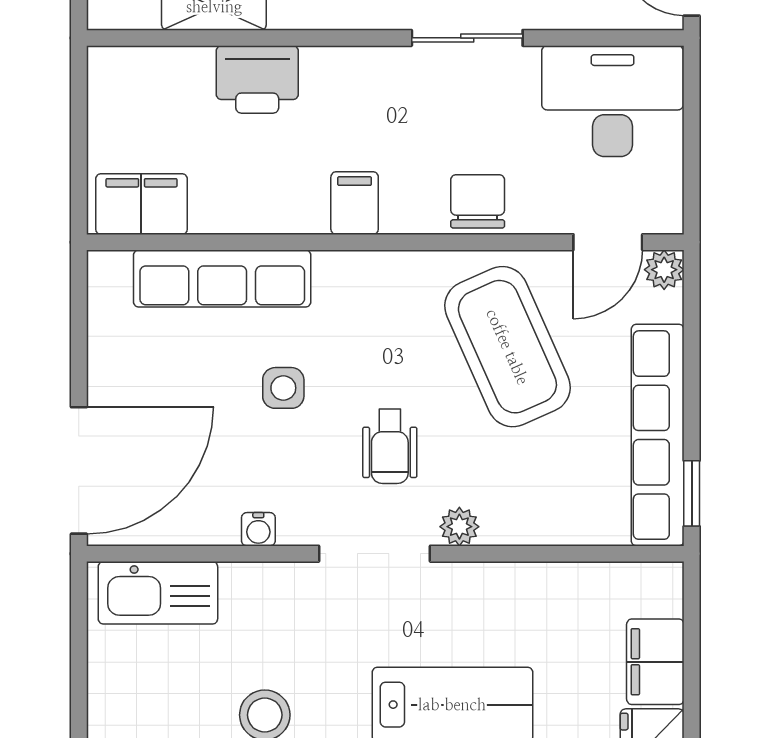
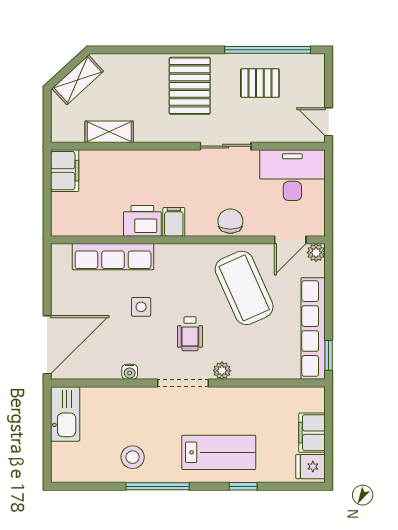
printer: (257, 79) -> (142, 221), moved, turned 180
filing cabinet: (141, 204) -> (65, 171), moved, turned 90
kitchen sink: (158, 593) -> (65, 414), moved, turned -90

